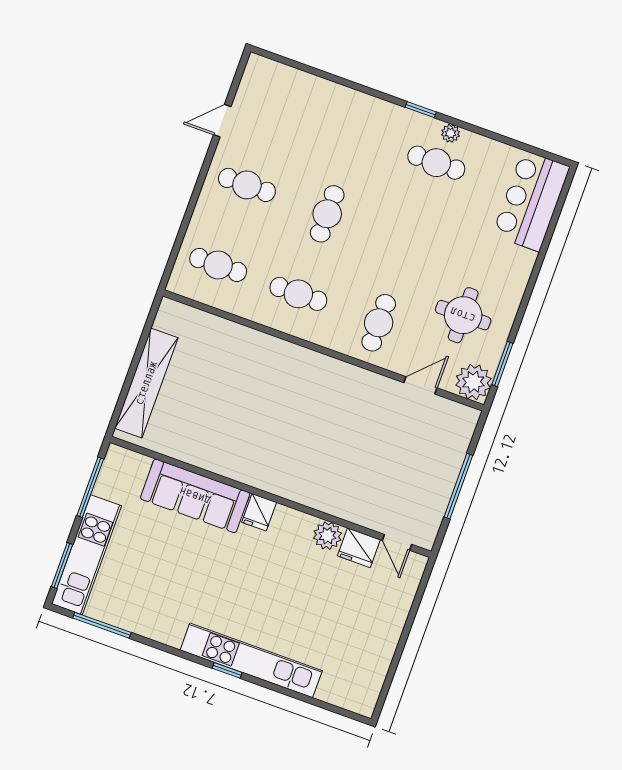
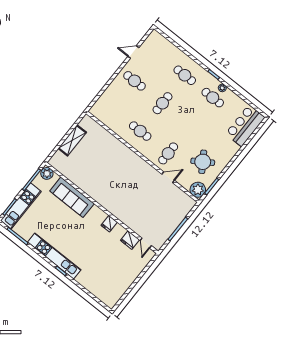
cafe table: (218, 265) -> (185, 75), moved
round table: (463, 315) -> (203, 162), turned -33
shelving: (146, 383) -> (72, 140), width x0.68
door: (420, 385) -> (168, 177), moved
fridge: (259, 512) -> (109, 224), moved
plant: (327, 536) -> (47, 173), moved
kitchen unit: (251, 660) -> (54, 256), moved

